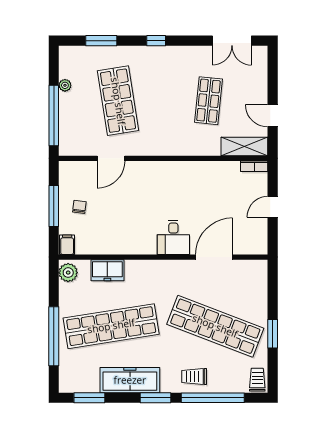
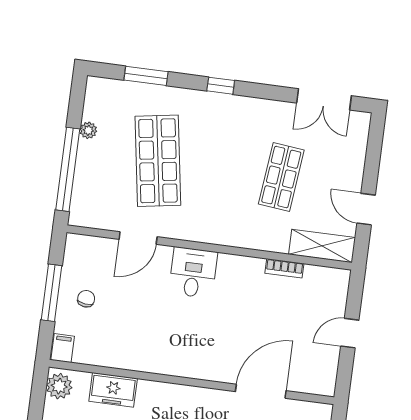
bookcase: (254, 166) -> (284, 268), moved
desk: (173, 237) -> (193, 273), moved, turned 180

